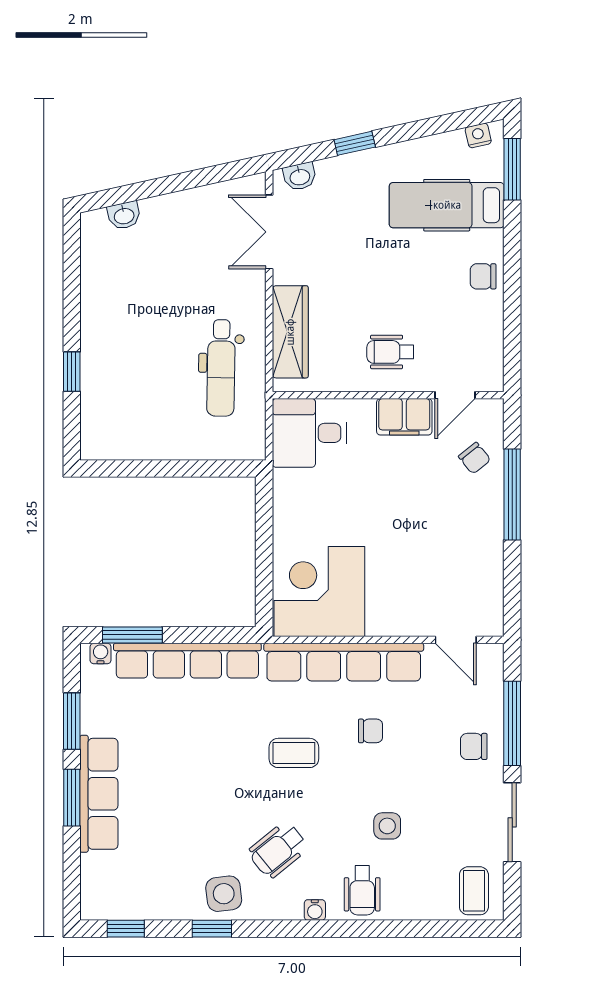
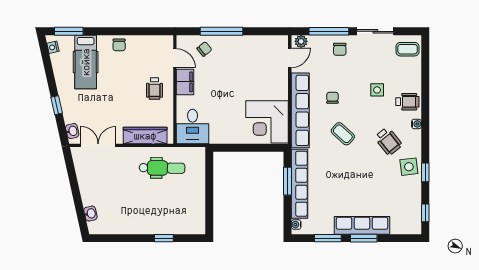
double door: (269, 232) -> (98, 145), swing flipped
window: (132, 635) -> (287, 181), moved
plant: (491, 664) -> (301, 41), added
coffee table: (294, 753) -> (343, 134), turned -48

